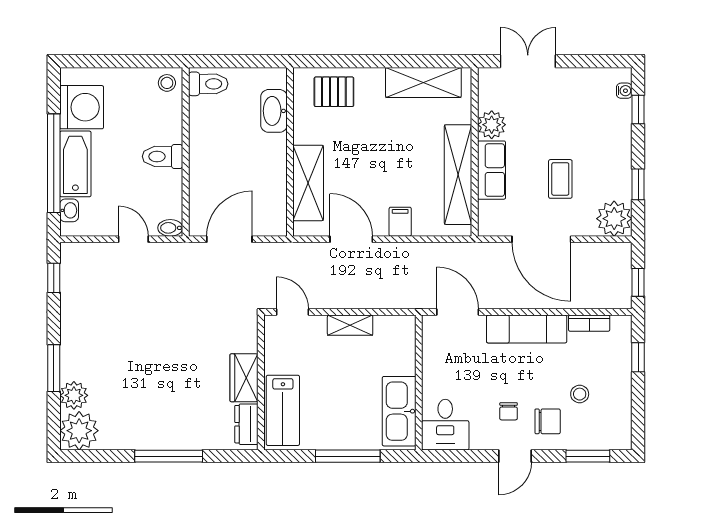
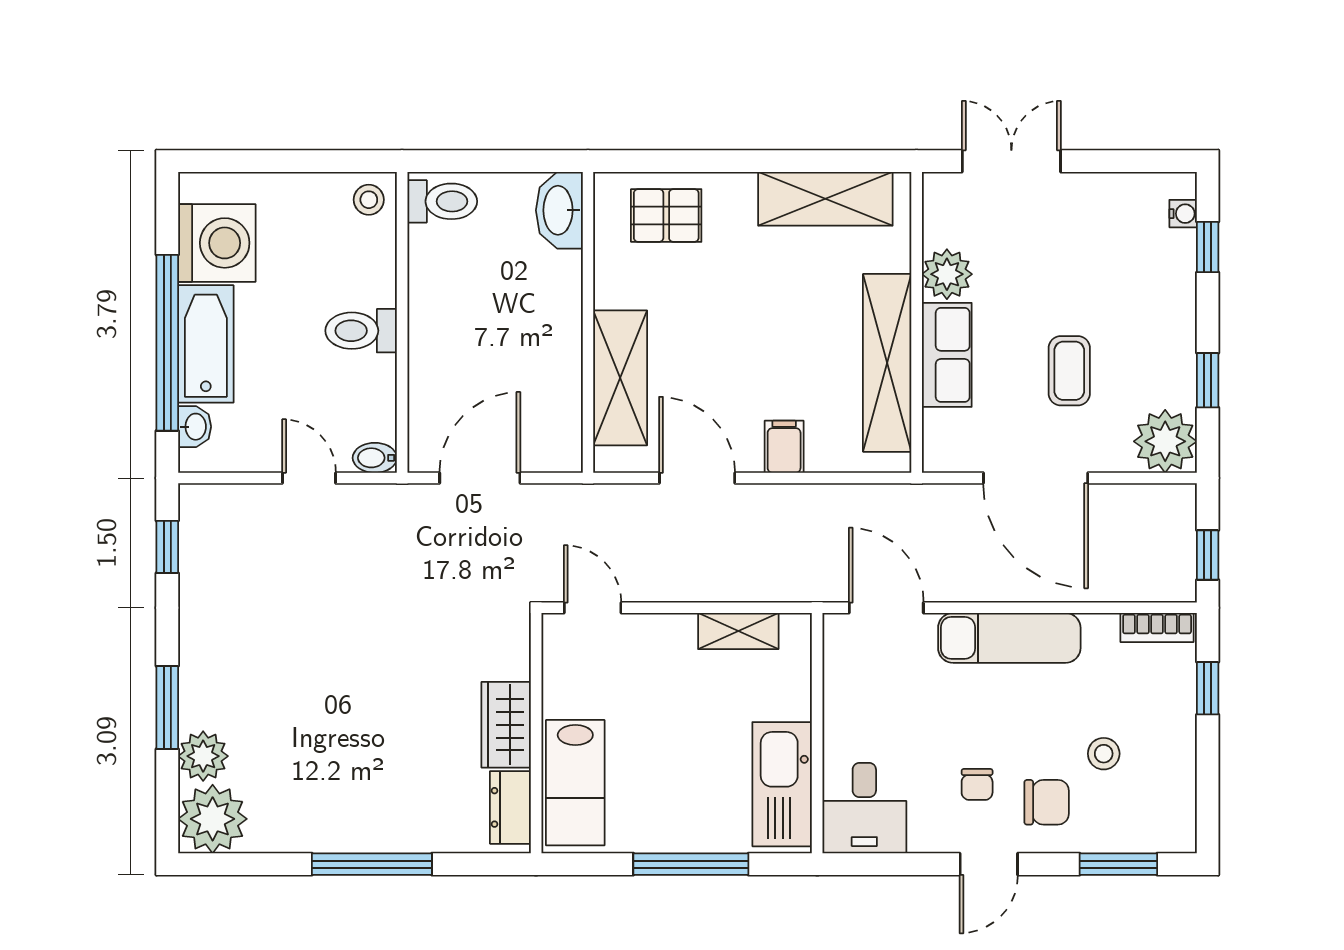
washbasin: (274, 111) -> (559, 210), moved
bookcase: (589, 323) -> (1157, 628), moved
shelving: (350, 325) -> (738, 631), moved

